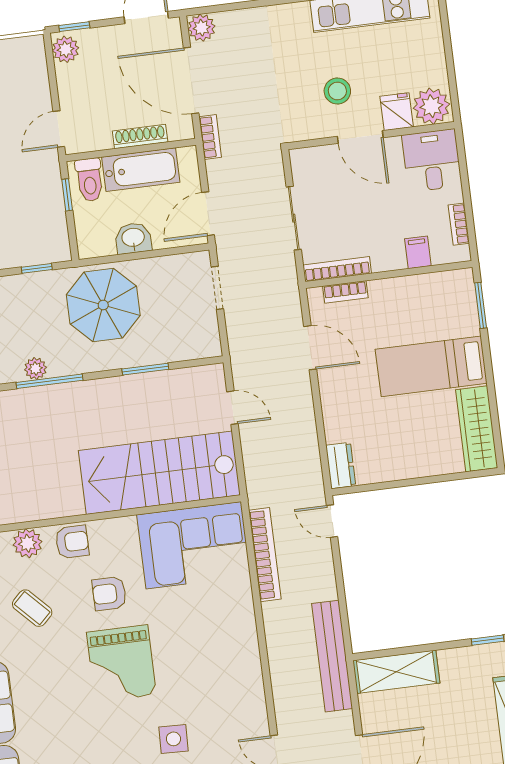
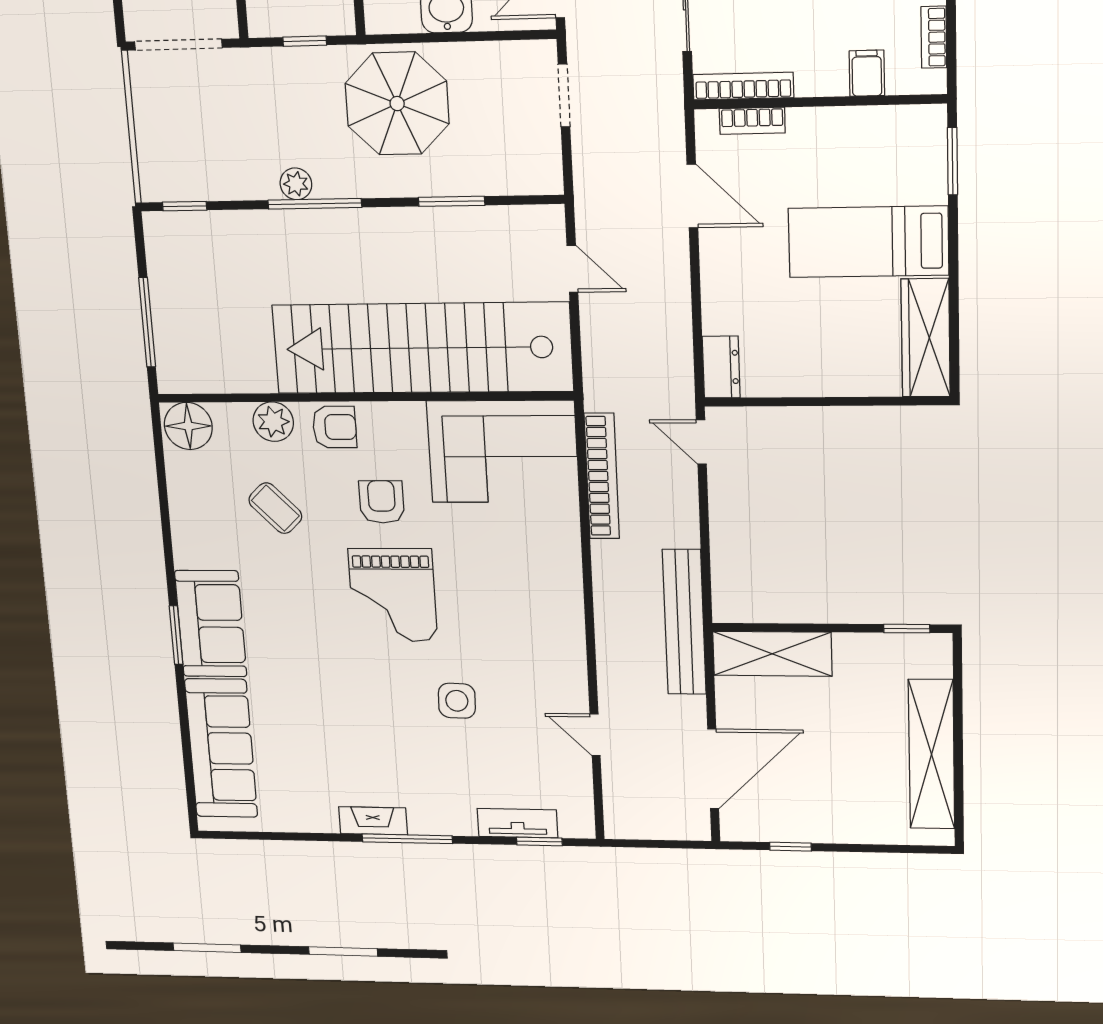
stairs: (159, 473) -> (422, 348), width x1.36
armchair: (109, 594) -> (382, 502), turned 90

